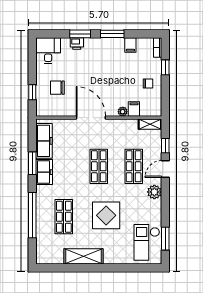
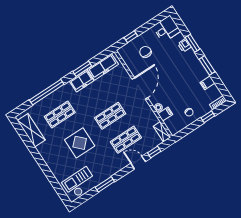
plant: (154, 192) -> (118, 165), removed
window: (165, 239) -> (105, 184), moved
shelving: (84, 256) -> (31, 130), moved

